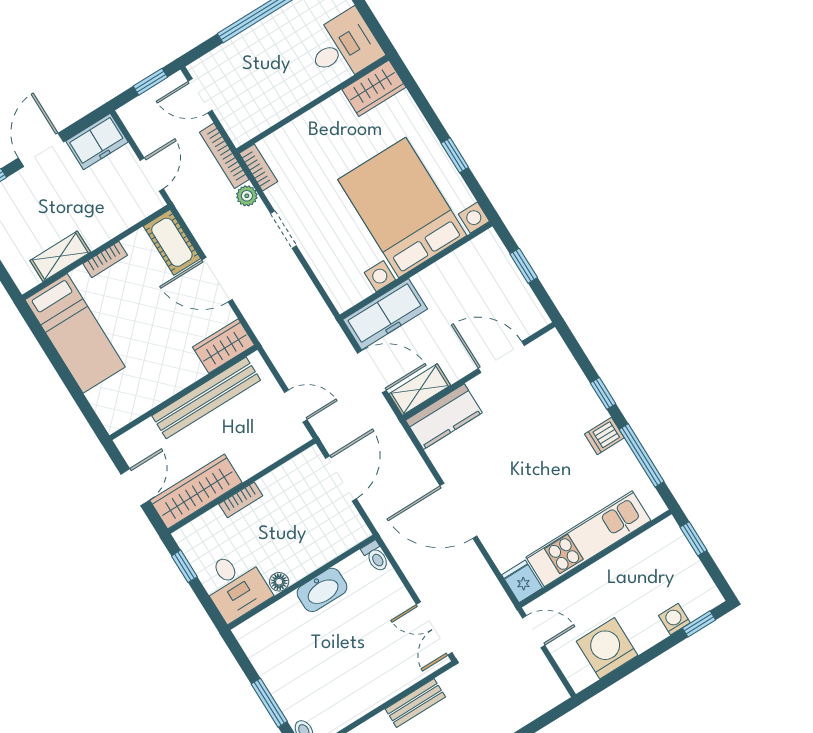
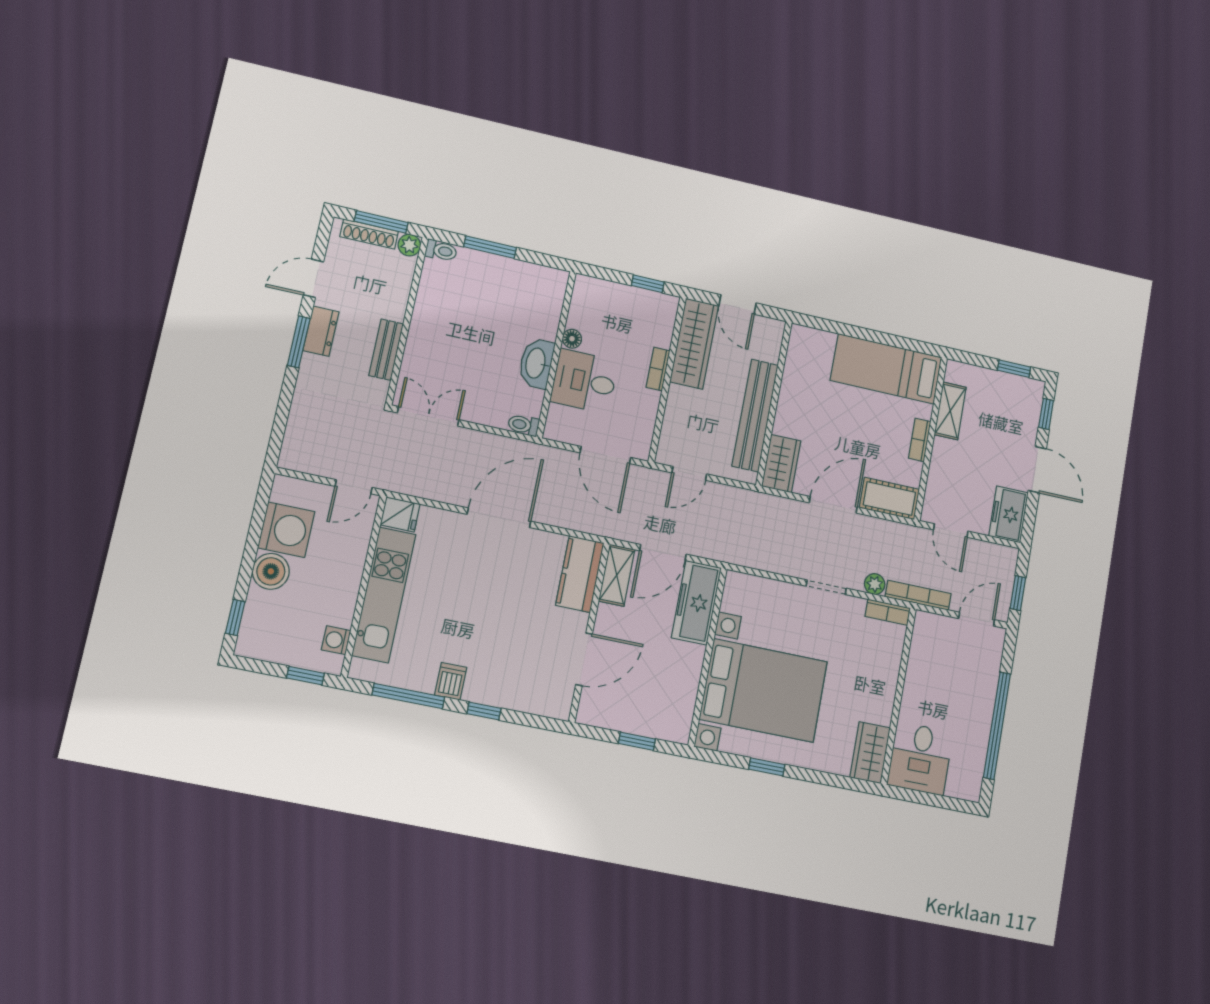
desk: (235, 585) -> (584, 381), moved
washing machine: (674, 619) -> (336, 640), moved, turned 180
boiler: (645, 631) -> (271, 571), added

